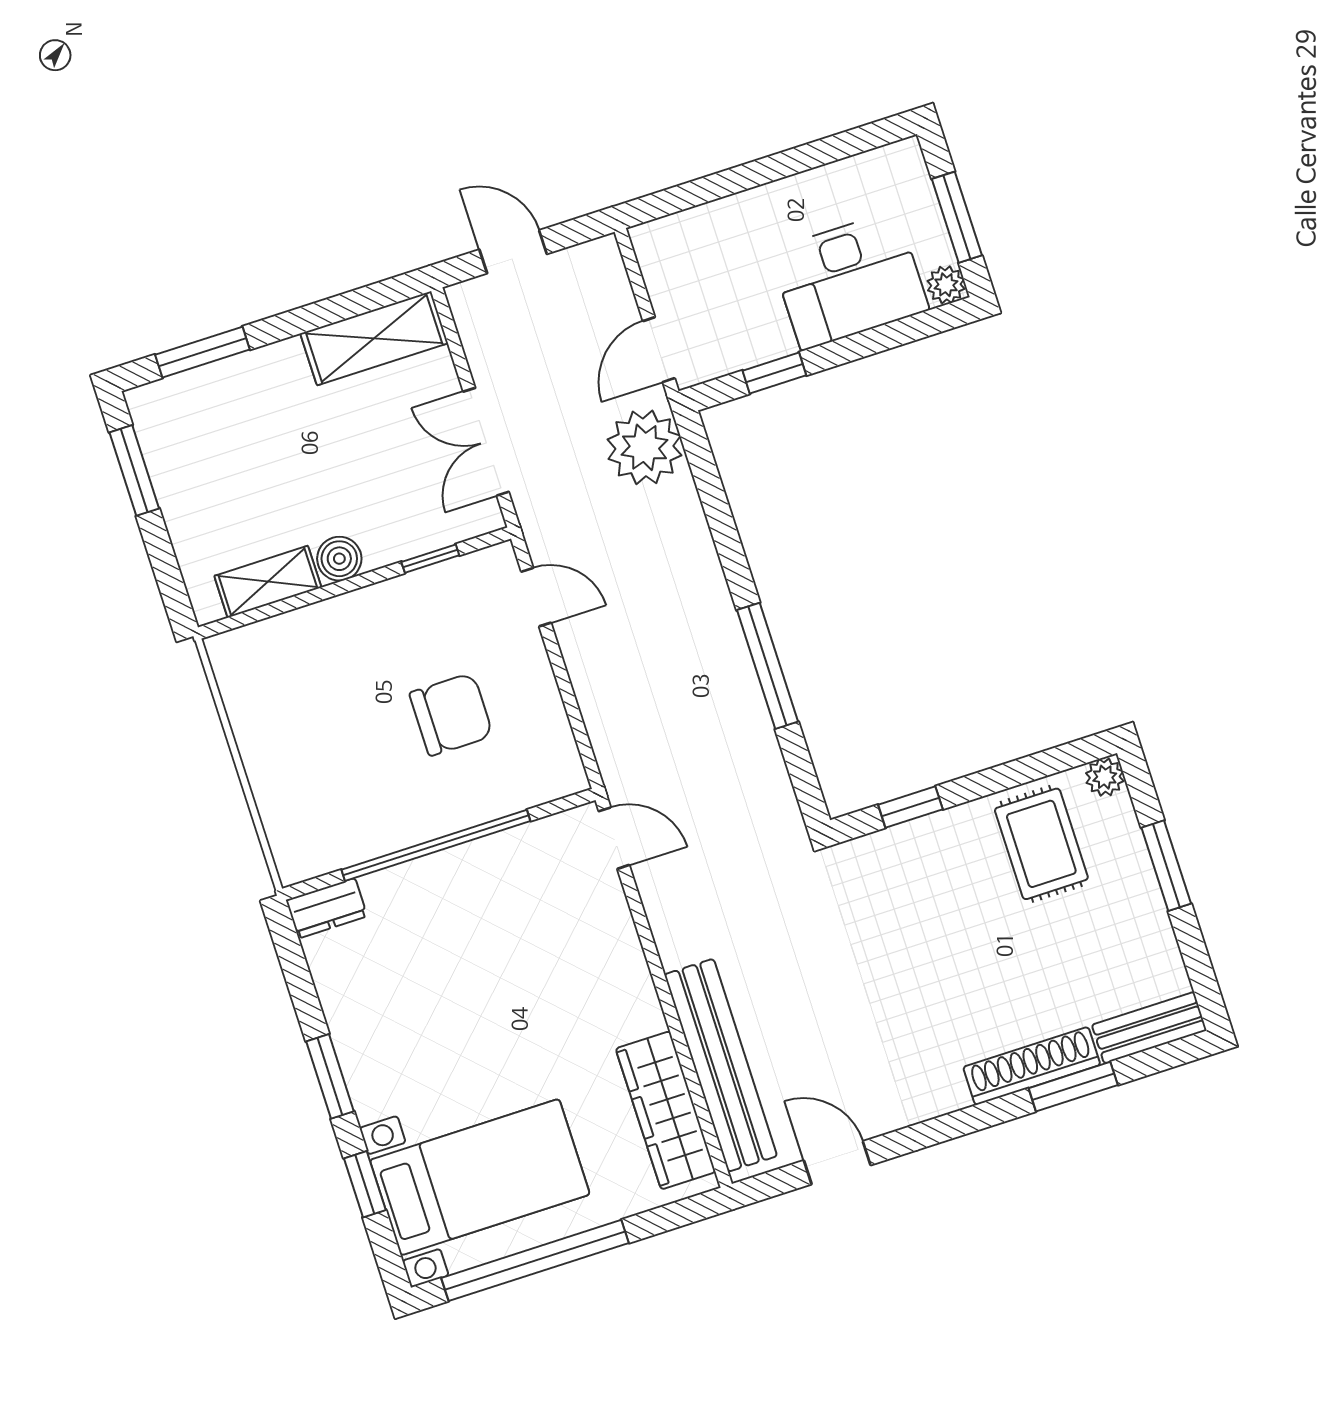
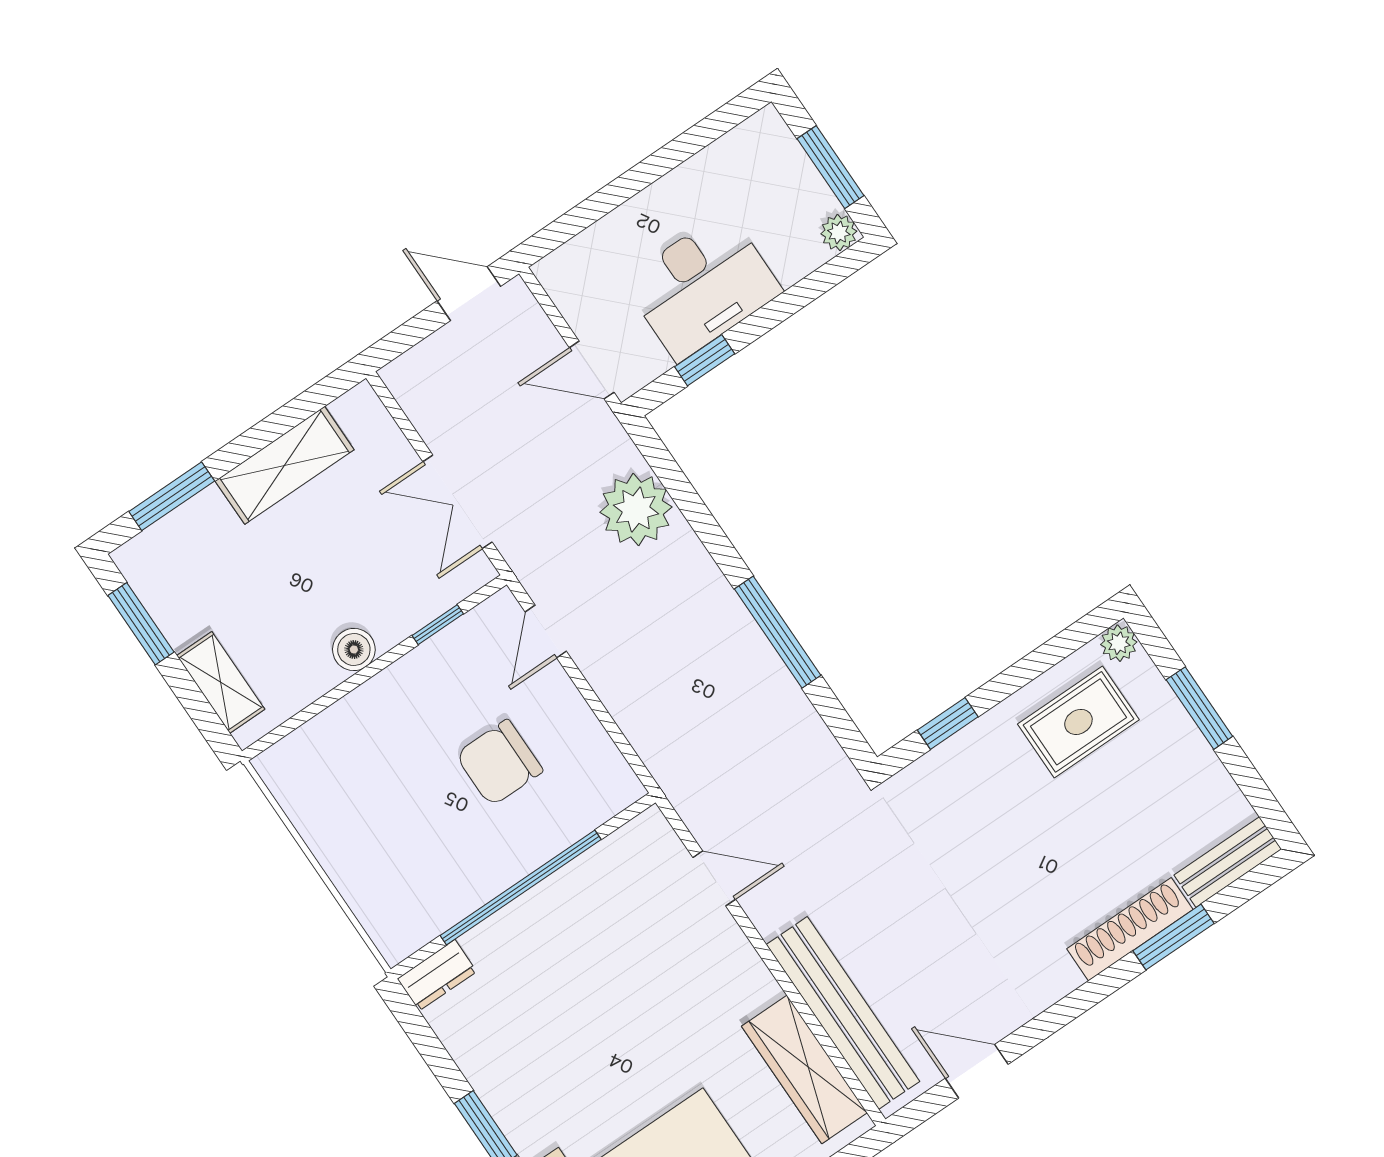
door: (513, 252) -> (469, 294), moved
desk: (849, 280) -> (702, 286), moved
shelving: (374, 338) -> (285, 465), moved
door: (659, 350) -> (592, 370), hinge flipped
plant: (644, 447) -> (636, 510), moved
shelving: (268, 582) -> (221, 682), moved, turned 90
door: (536, 597) -> (546, 632), swing flipped
chair: (451, 714) -> (499, 763), turned 180
door: (614, 838) -> (714, 878), moved
rug: (1041, 844) -> (1078, 722), turned 90

